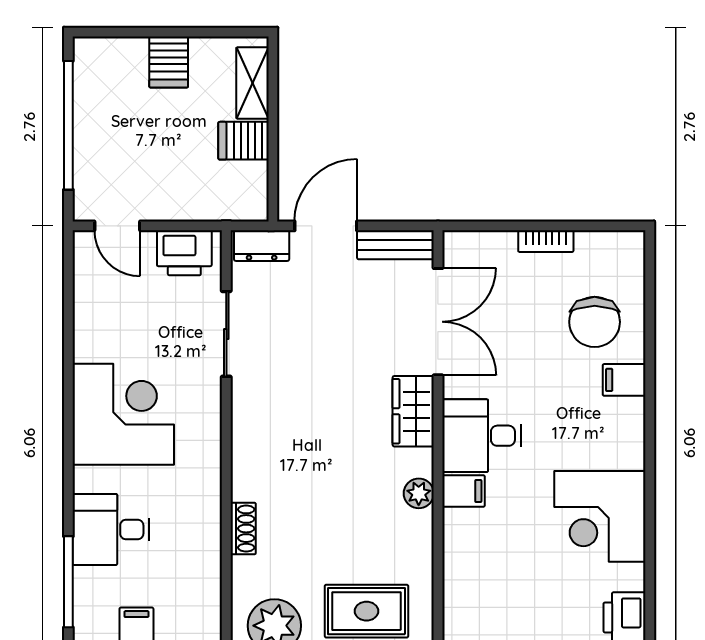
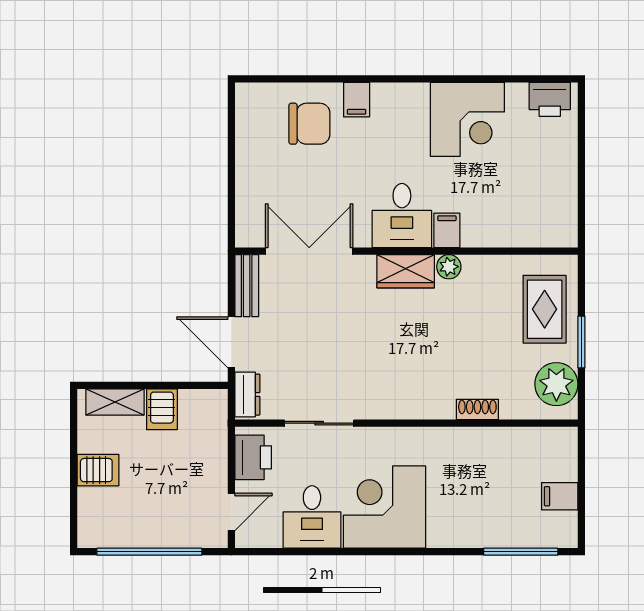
bookcase: (546, 241) -> (244, 163), removed
wardrobe: (413, 411) -> (406, 271), moved
desk: (111, 530) -> (312, 517), moved

